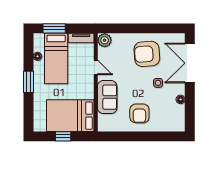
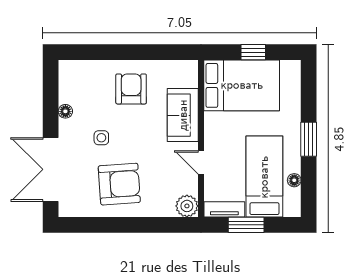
window: (54, 28) -> (246, 225), moved
double door: (190, 63) -> (51, 169), swing flipped

